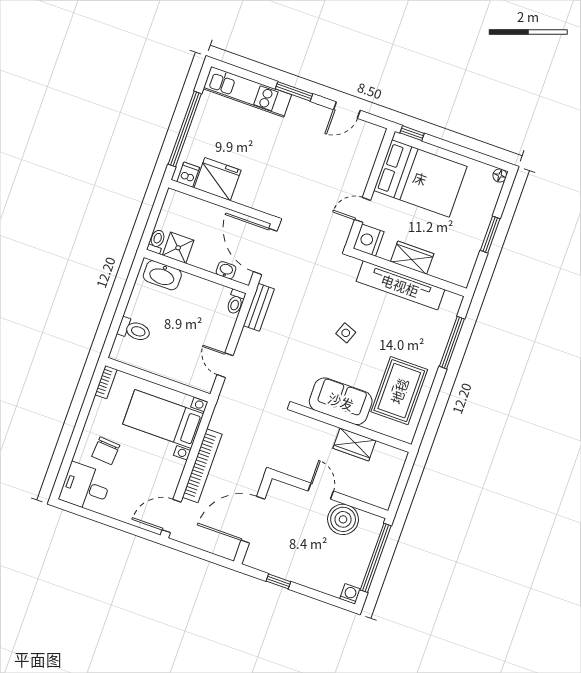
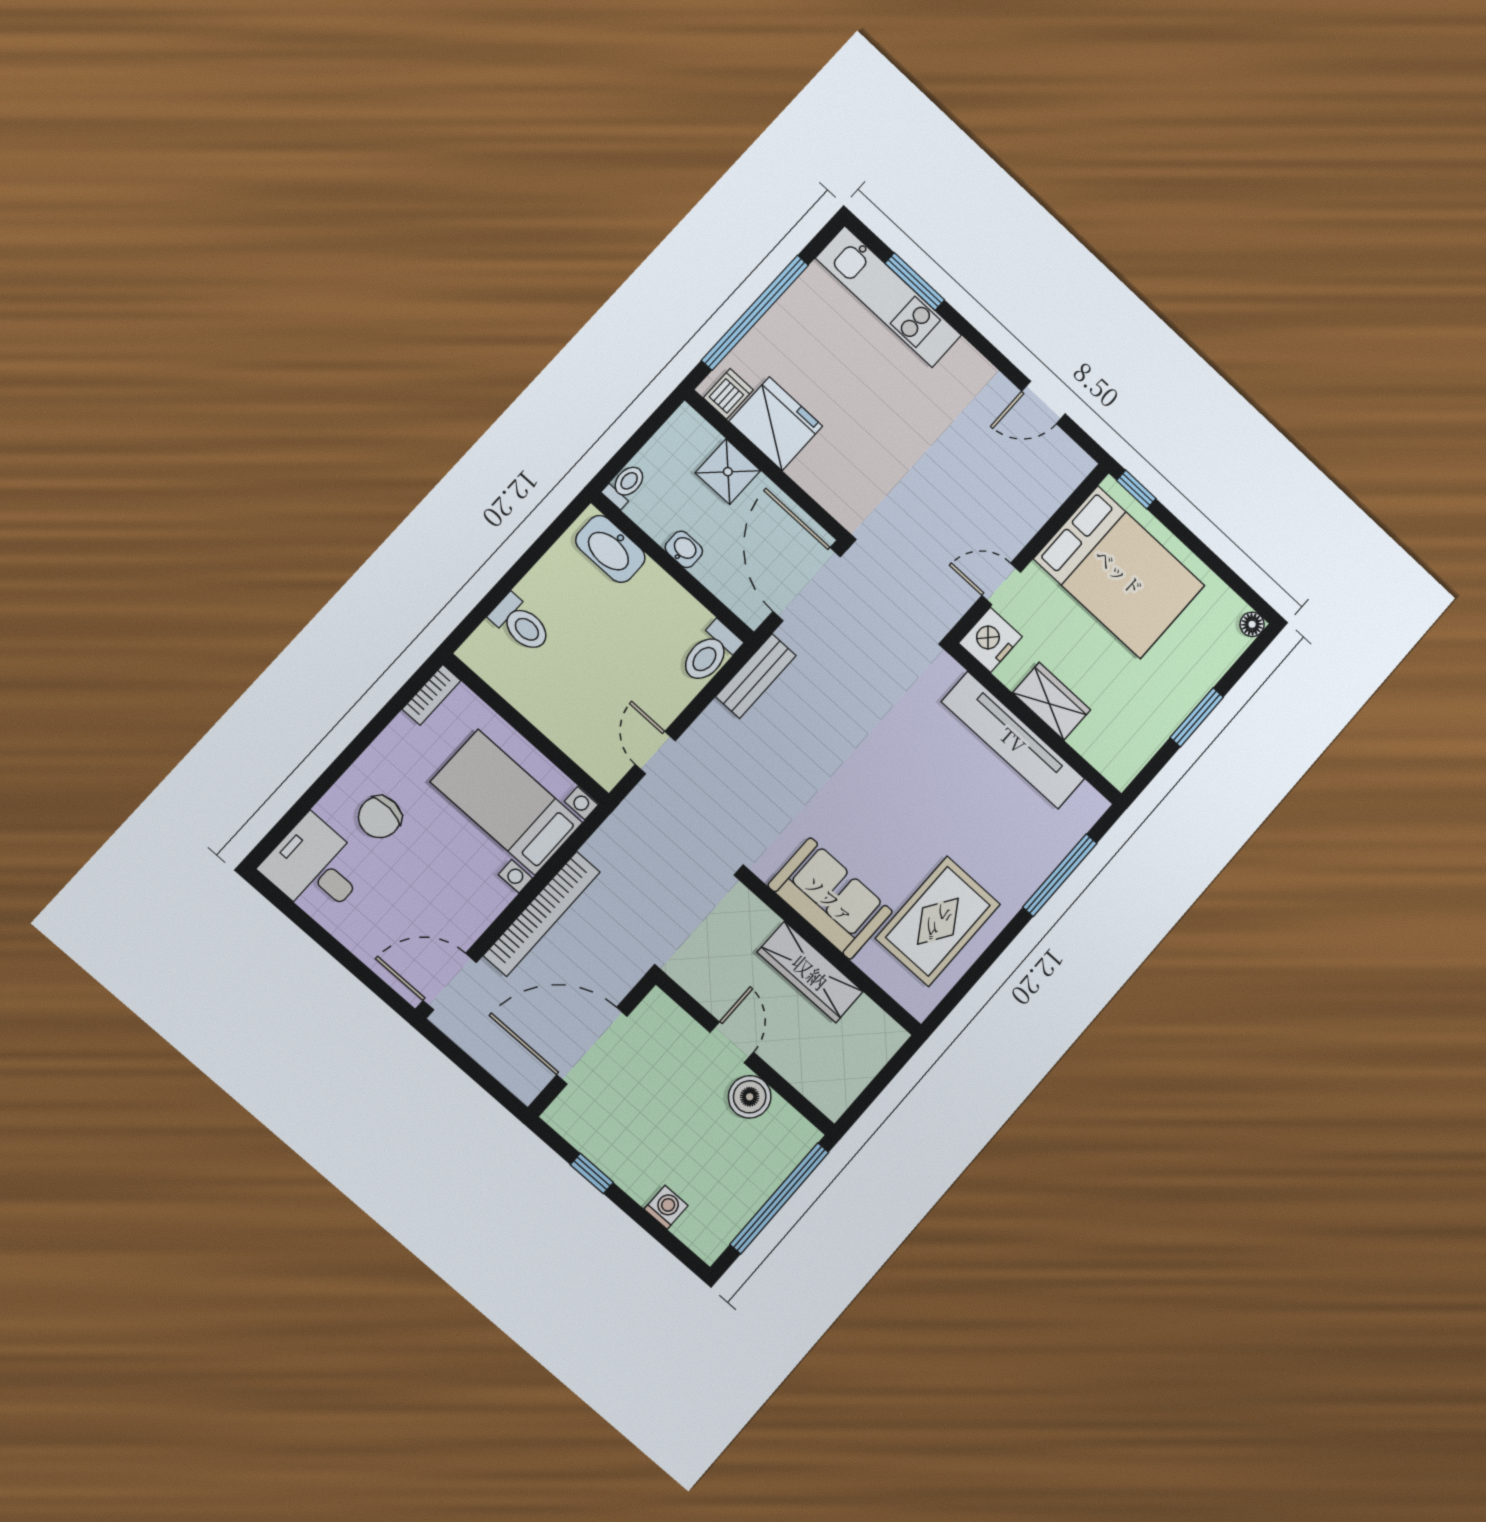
window: (294, 91) -> (915, 282), moved
shower: (178, 248) -> (728, 472), moved
washbasin: (226, 270) -> (684, 549), moved
toilet: (236, 302) -> (710, 653), width x1.37, depth x1.39
side table: (346, 333) -> (887, 783), removed
wardrobe: (354, 444) -> (810, 972), width x1.50
boiler: (343, 519) -> (750, 1097), width x0.73, depth x0.73
washing machine: (350, 594) -> (666, 1207), moved

